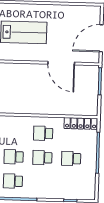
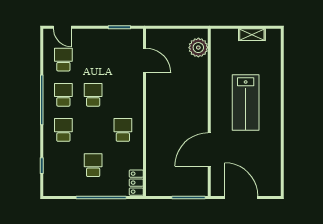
locker: (81, 123) -> (136, 183), width x0.66
school desk: (42, 158) -> (63, 130), moved

